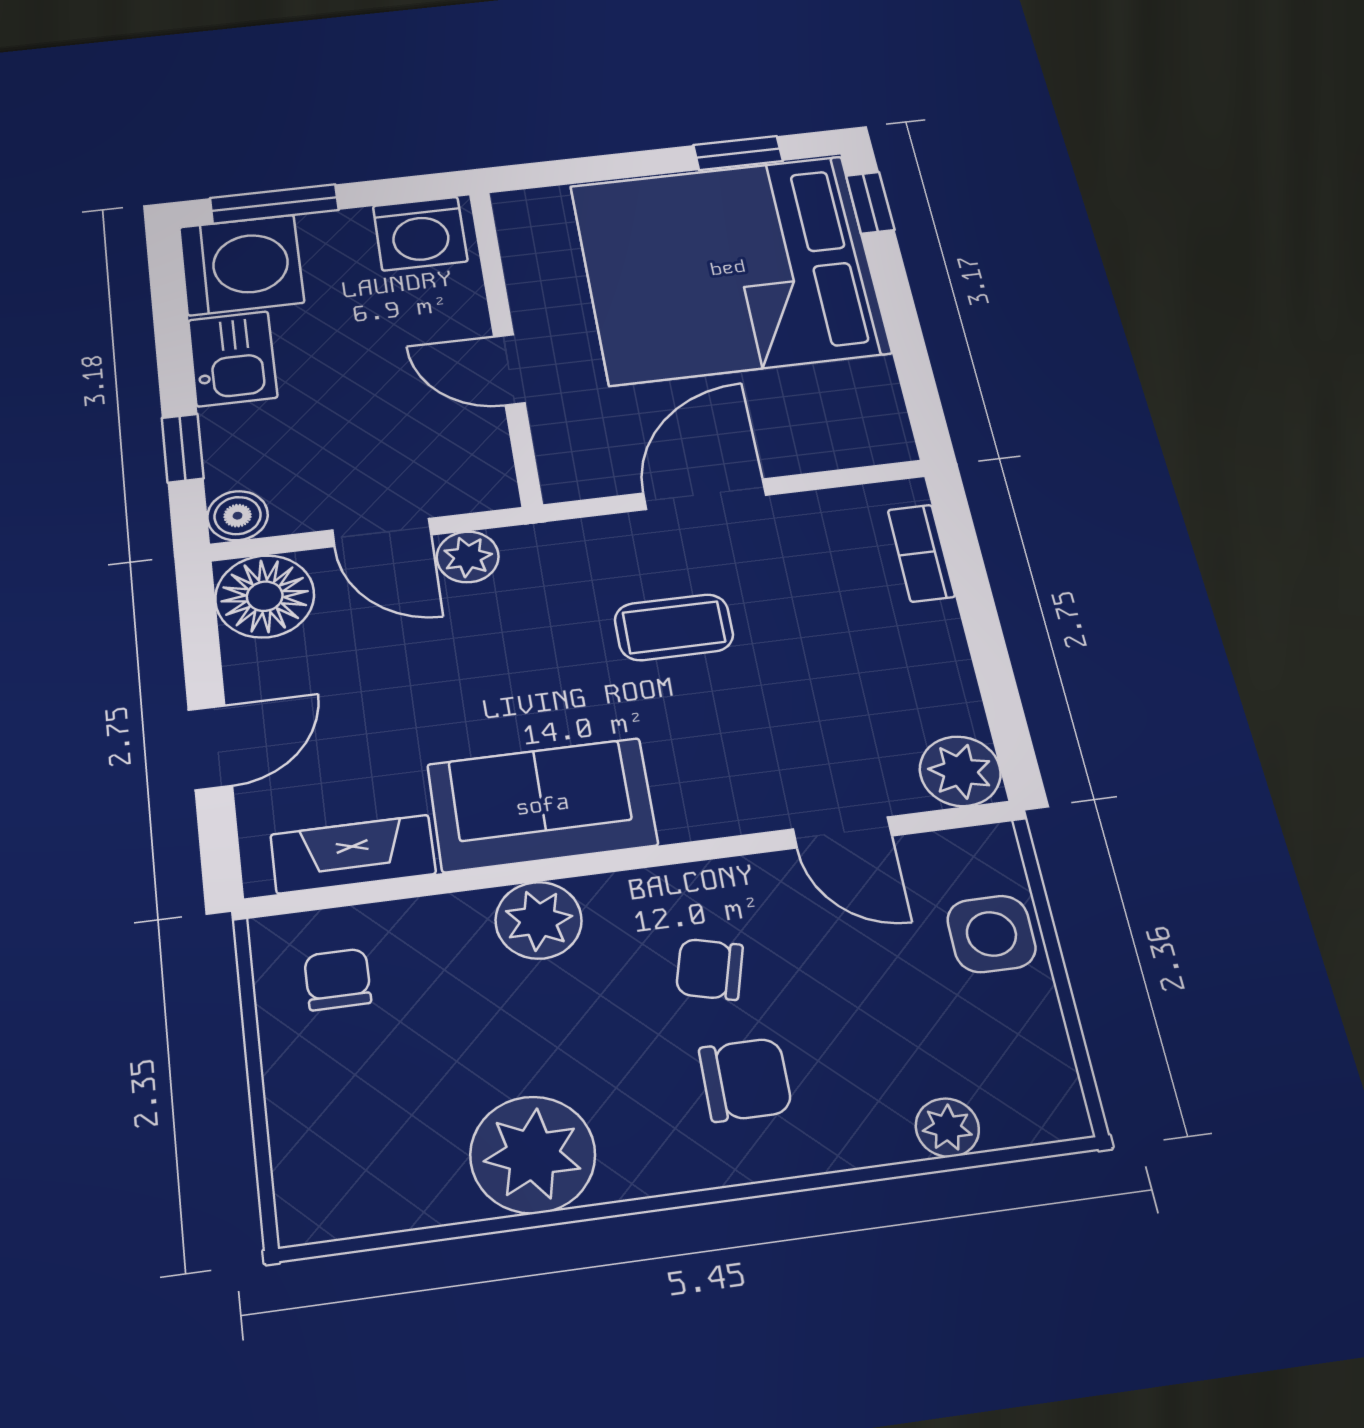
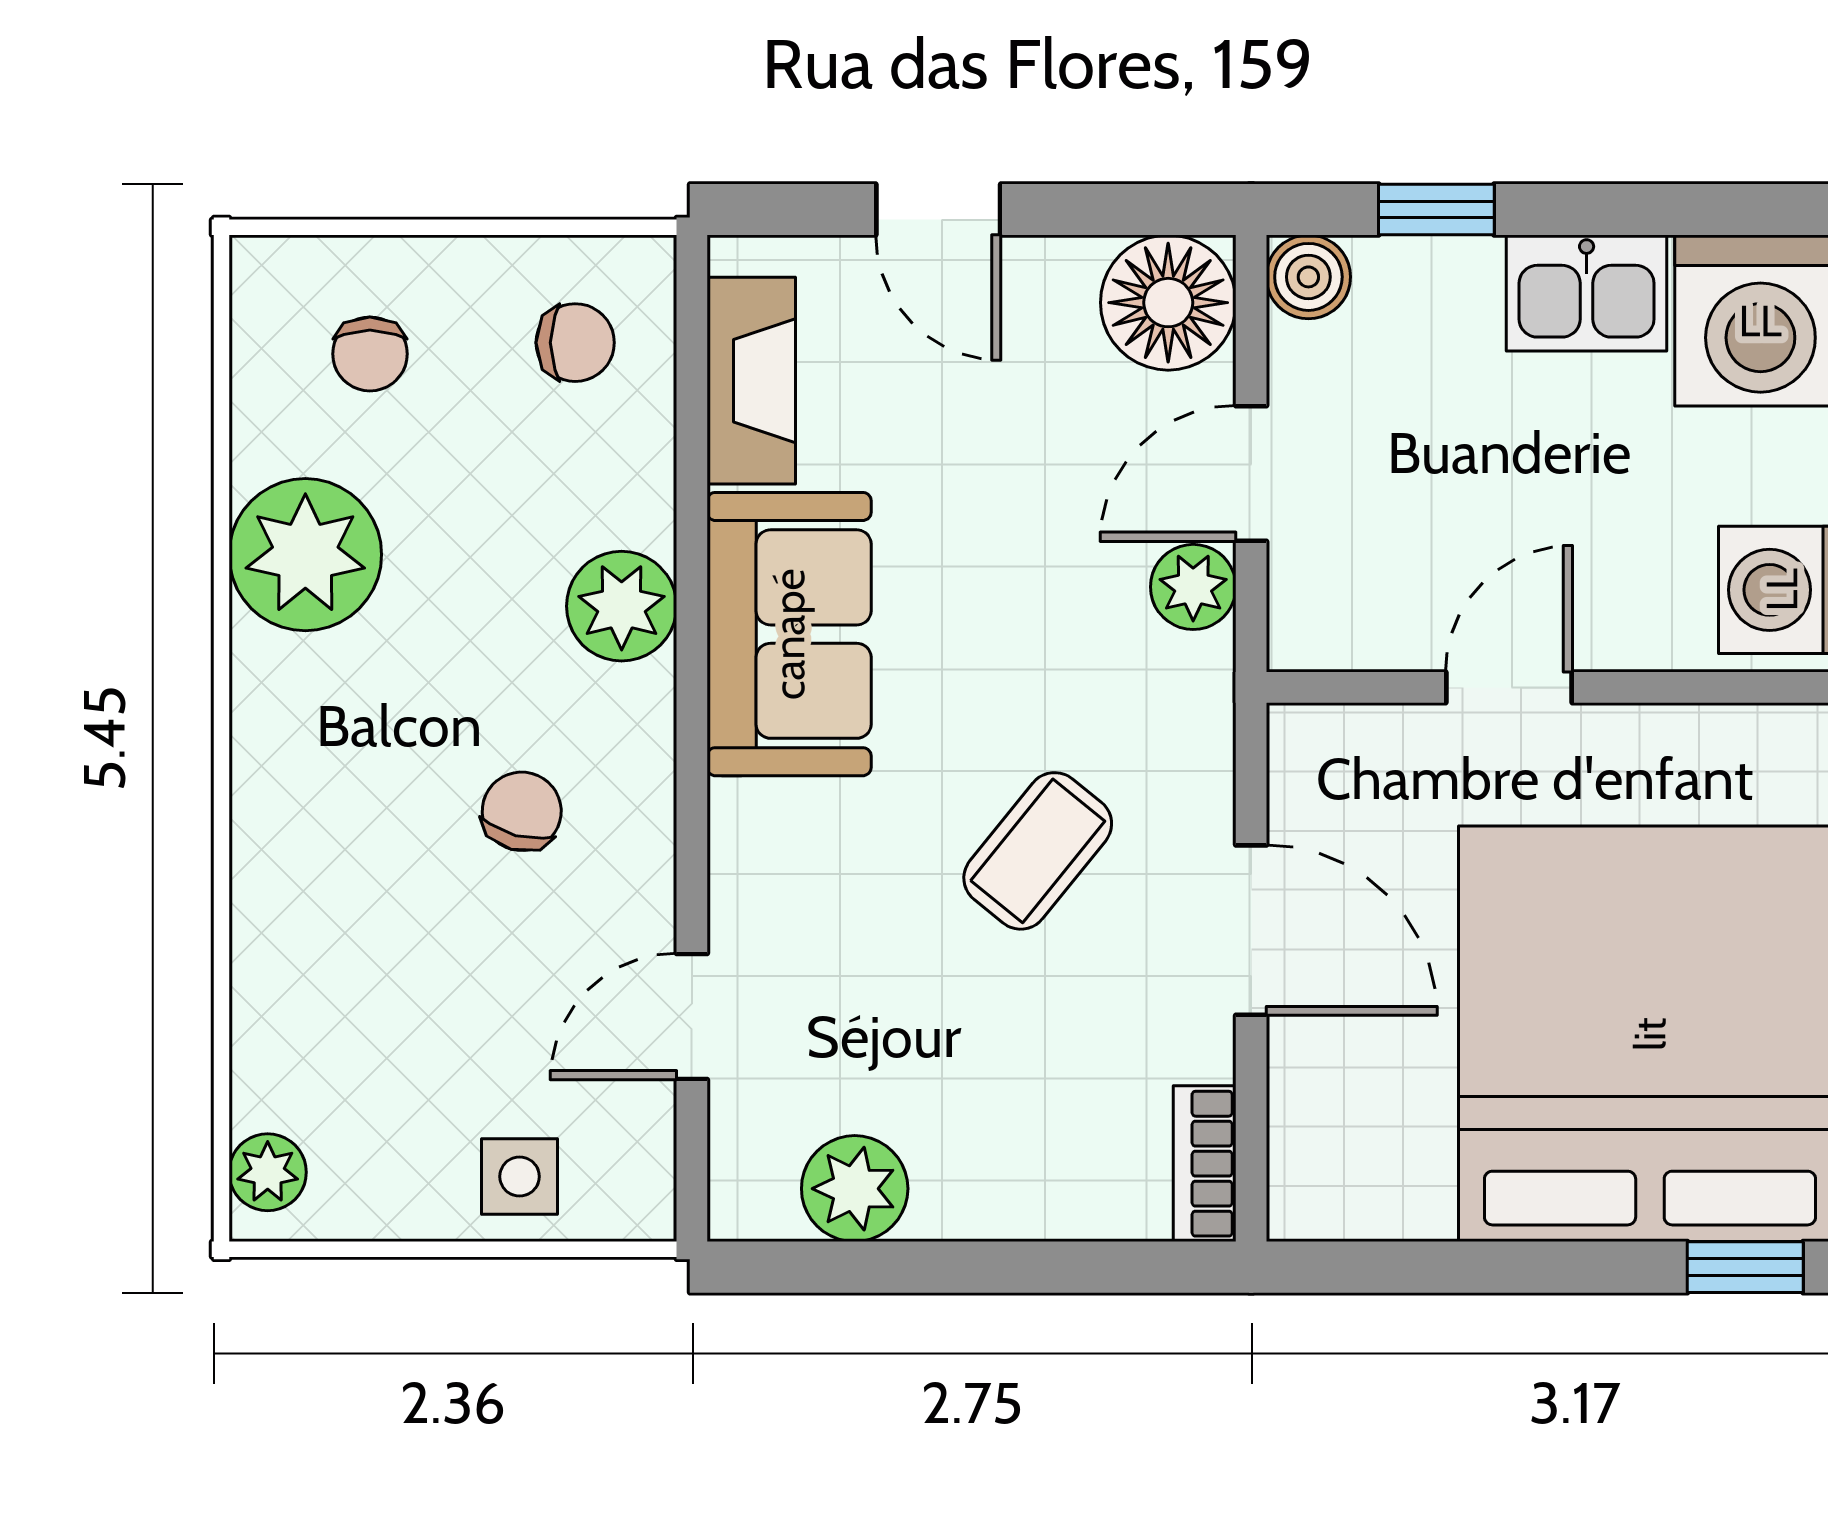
bookcase: (921, 553) -> (1205, 1164), moved, turned -90
coffee table: (674, 627) -> (1038, 851), turned 39
plant: (960, 771) -> (855, 1189), moved
side table: (991, 934) -> (520, 1177), width x0.73, depth x0.73
chair: (745, 1080) -> (370, 354), moved, width x0.73, depth x0.73
plant: (947, 1128) -> (268, 1172), moved

